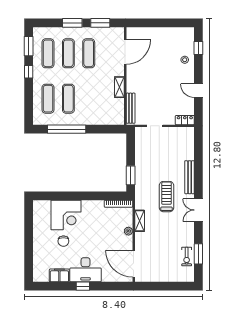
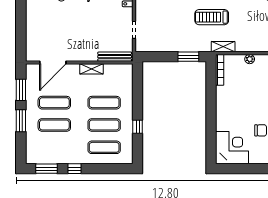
door: (125, 52) -> (53, 62), swing flipped
exercise mat: (48, 53) -> (104, 103), moved
window: (67, 129) -> (138, 127), width x0.32
corner desk: (66, 215) -> (232, 148), moved
shelving: (140, 221) -> (223, 47), moved

